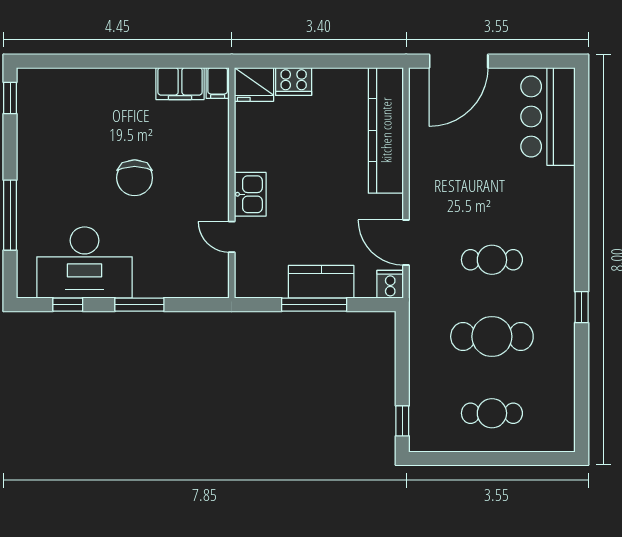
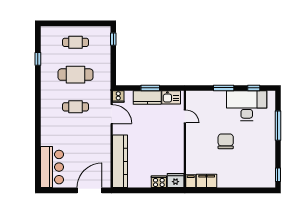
kitchen sink: (250, 194) -> (171, 97), moved, turned -90
window: (314, 305) -> (150, 88), width x0.69
window: (582, 307) -> (38, 59), moved

